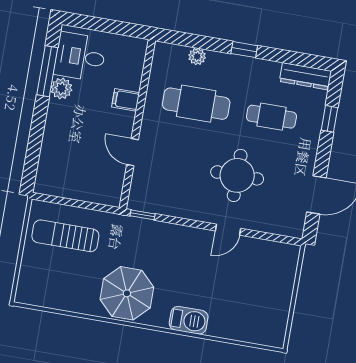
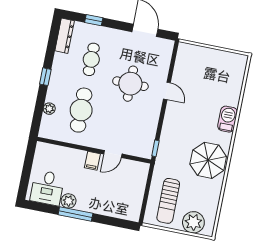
window: (47, 71) -> (75, 214), moved
filing cabinet: (126, 100) -> (92, 161), moved
plant: (35, 274) -> (193, 222), added

